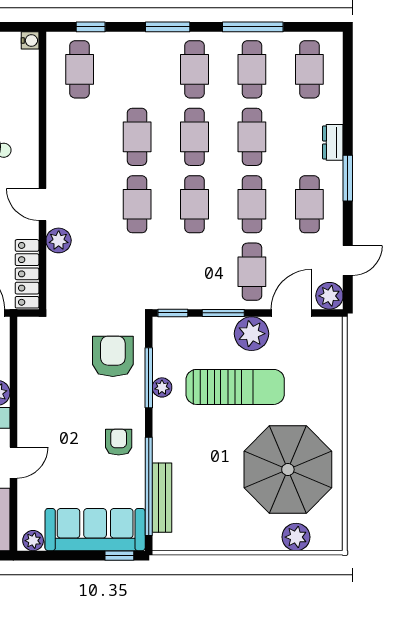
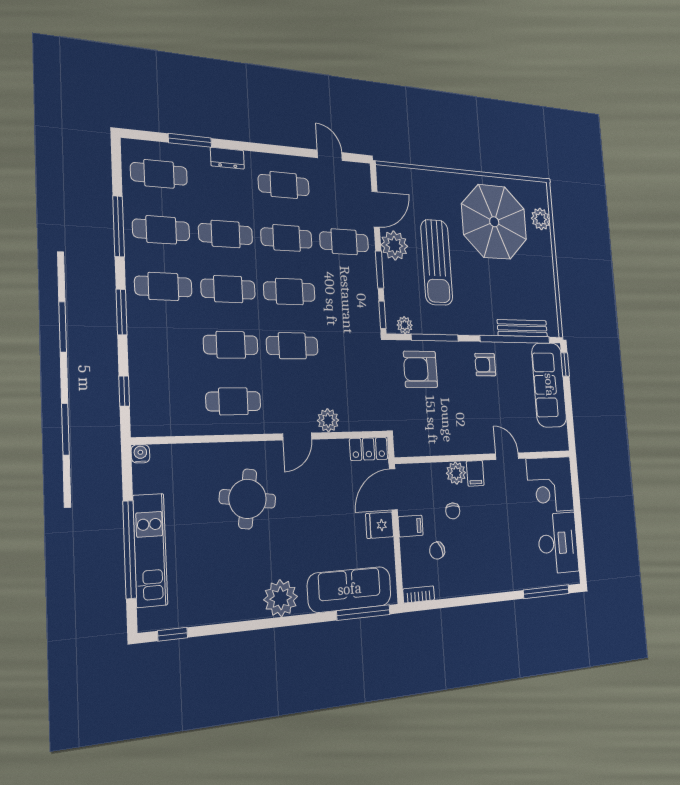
cafe table: (80, 69) -> (233, 401), moved
window: (348, 178) -> (190, 140), moved
locker: (27, 274) -> (369, 449), width x0.66
plant: (329, 296) -> (360, 174), removed
door: (291, 313) -> (376, 209), swing flipped
plant: (162, 387) -> (405, 325), moved
sun lounger: (235, 387) -> (437, 262), turned 180
plant: (33, 541) -> (561, 437), removed

